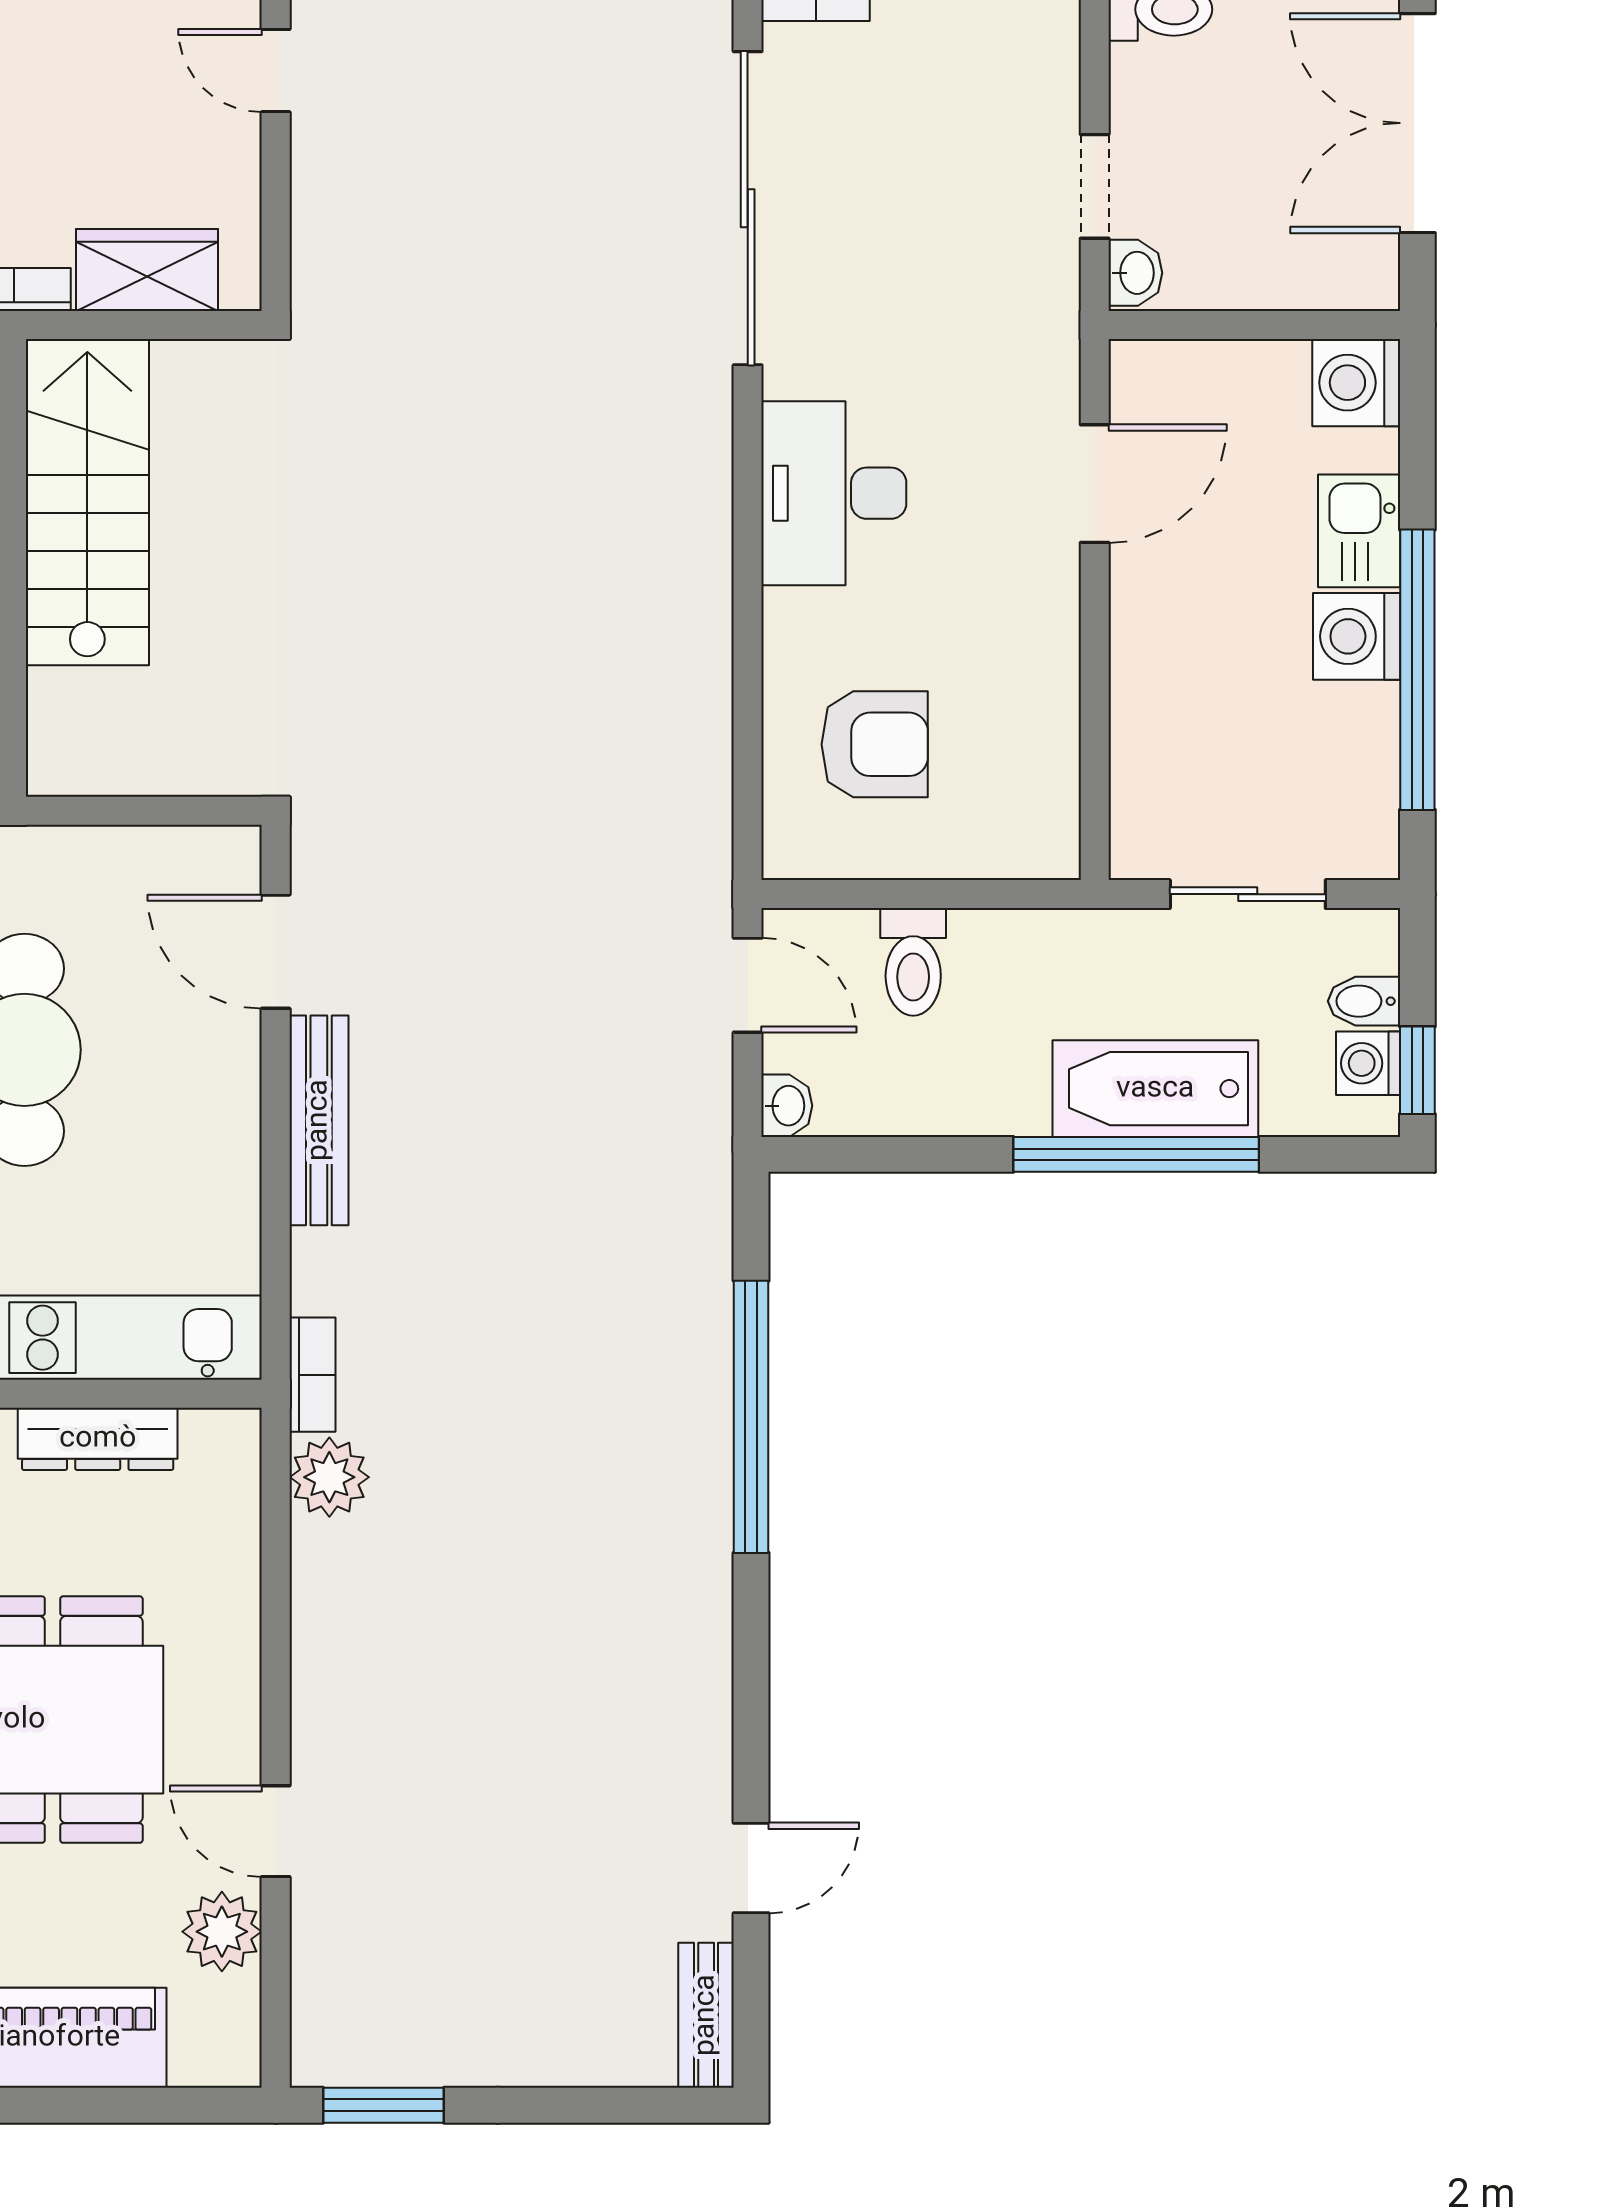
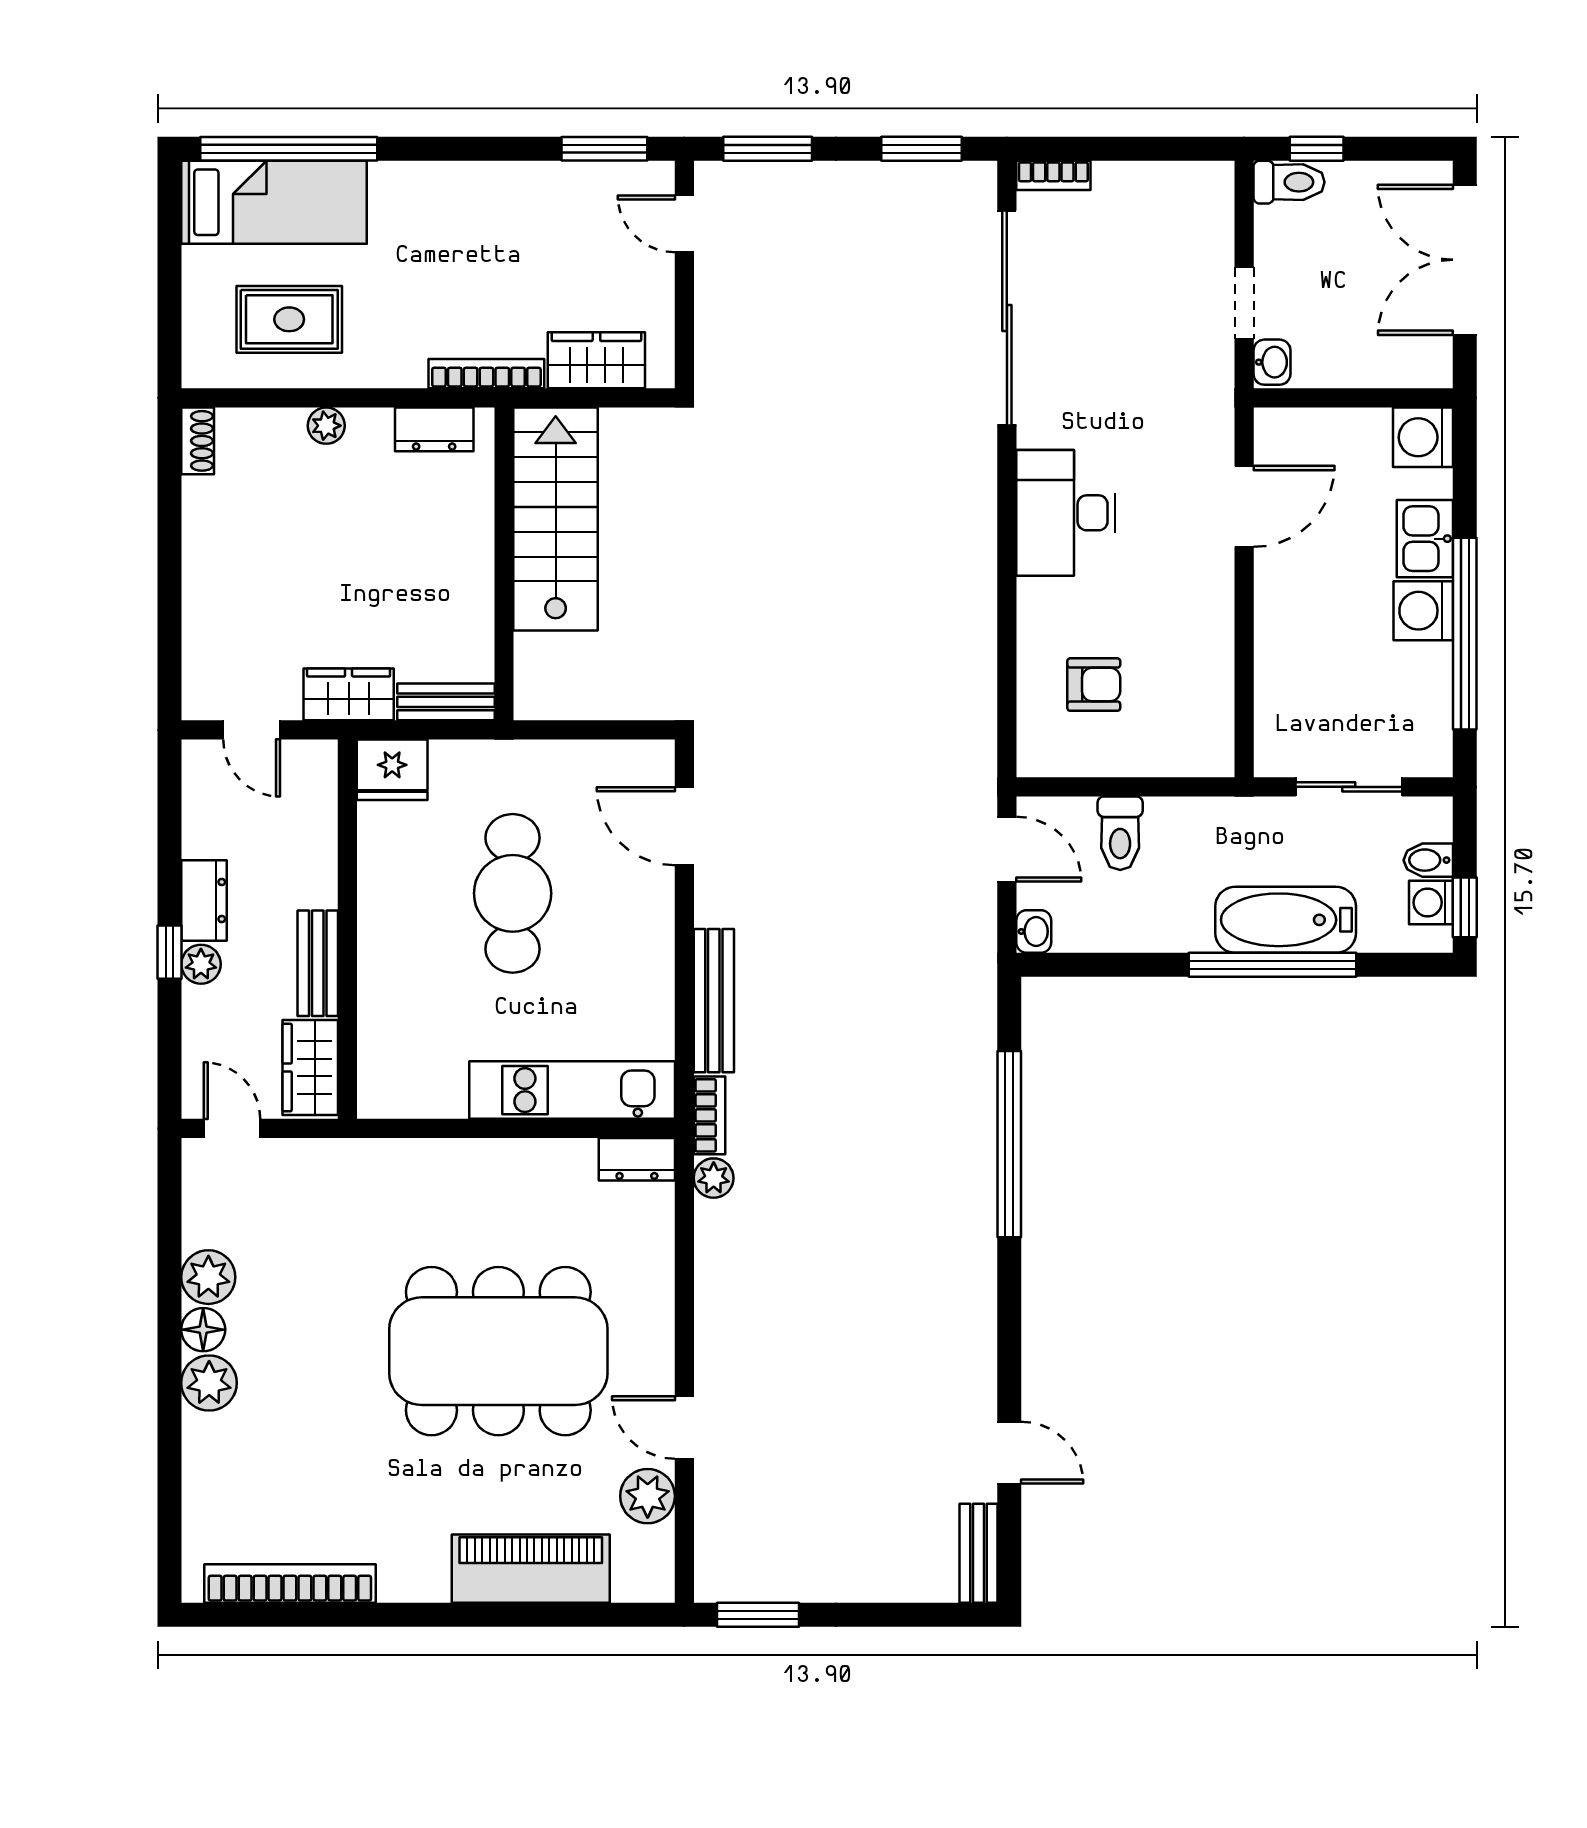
armchair: (875, 744) -> (1094, 685), width x0.72, depth x0.72
bench: (319, 1120) -> (714, 1001), moved
dresser: (98, 1439) -> (637, 1159), moved, width x0.70
plant: (329, 1477) -> (714, 1178), width x0.73, depth x0.73
door: (751, 1868) -> (1009, 1453), hinge flipped

